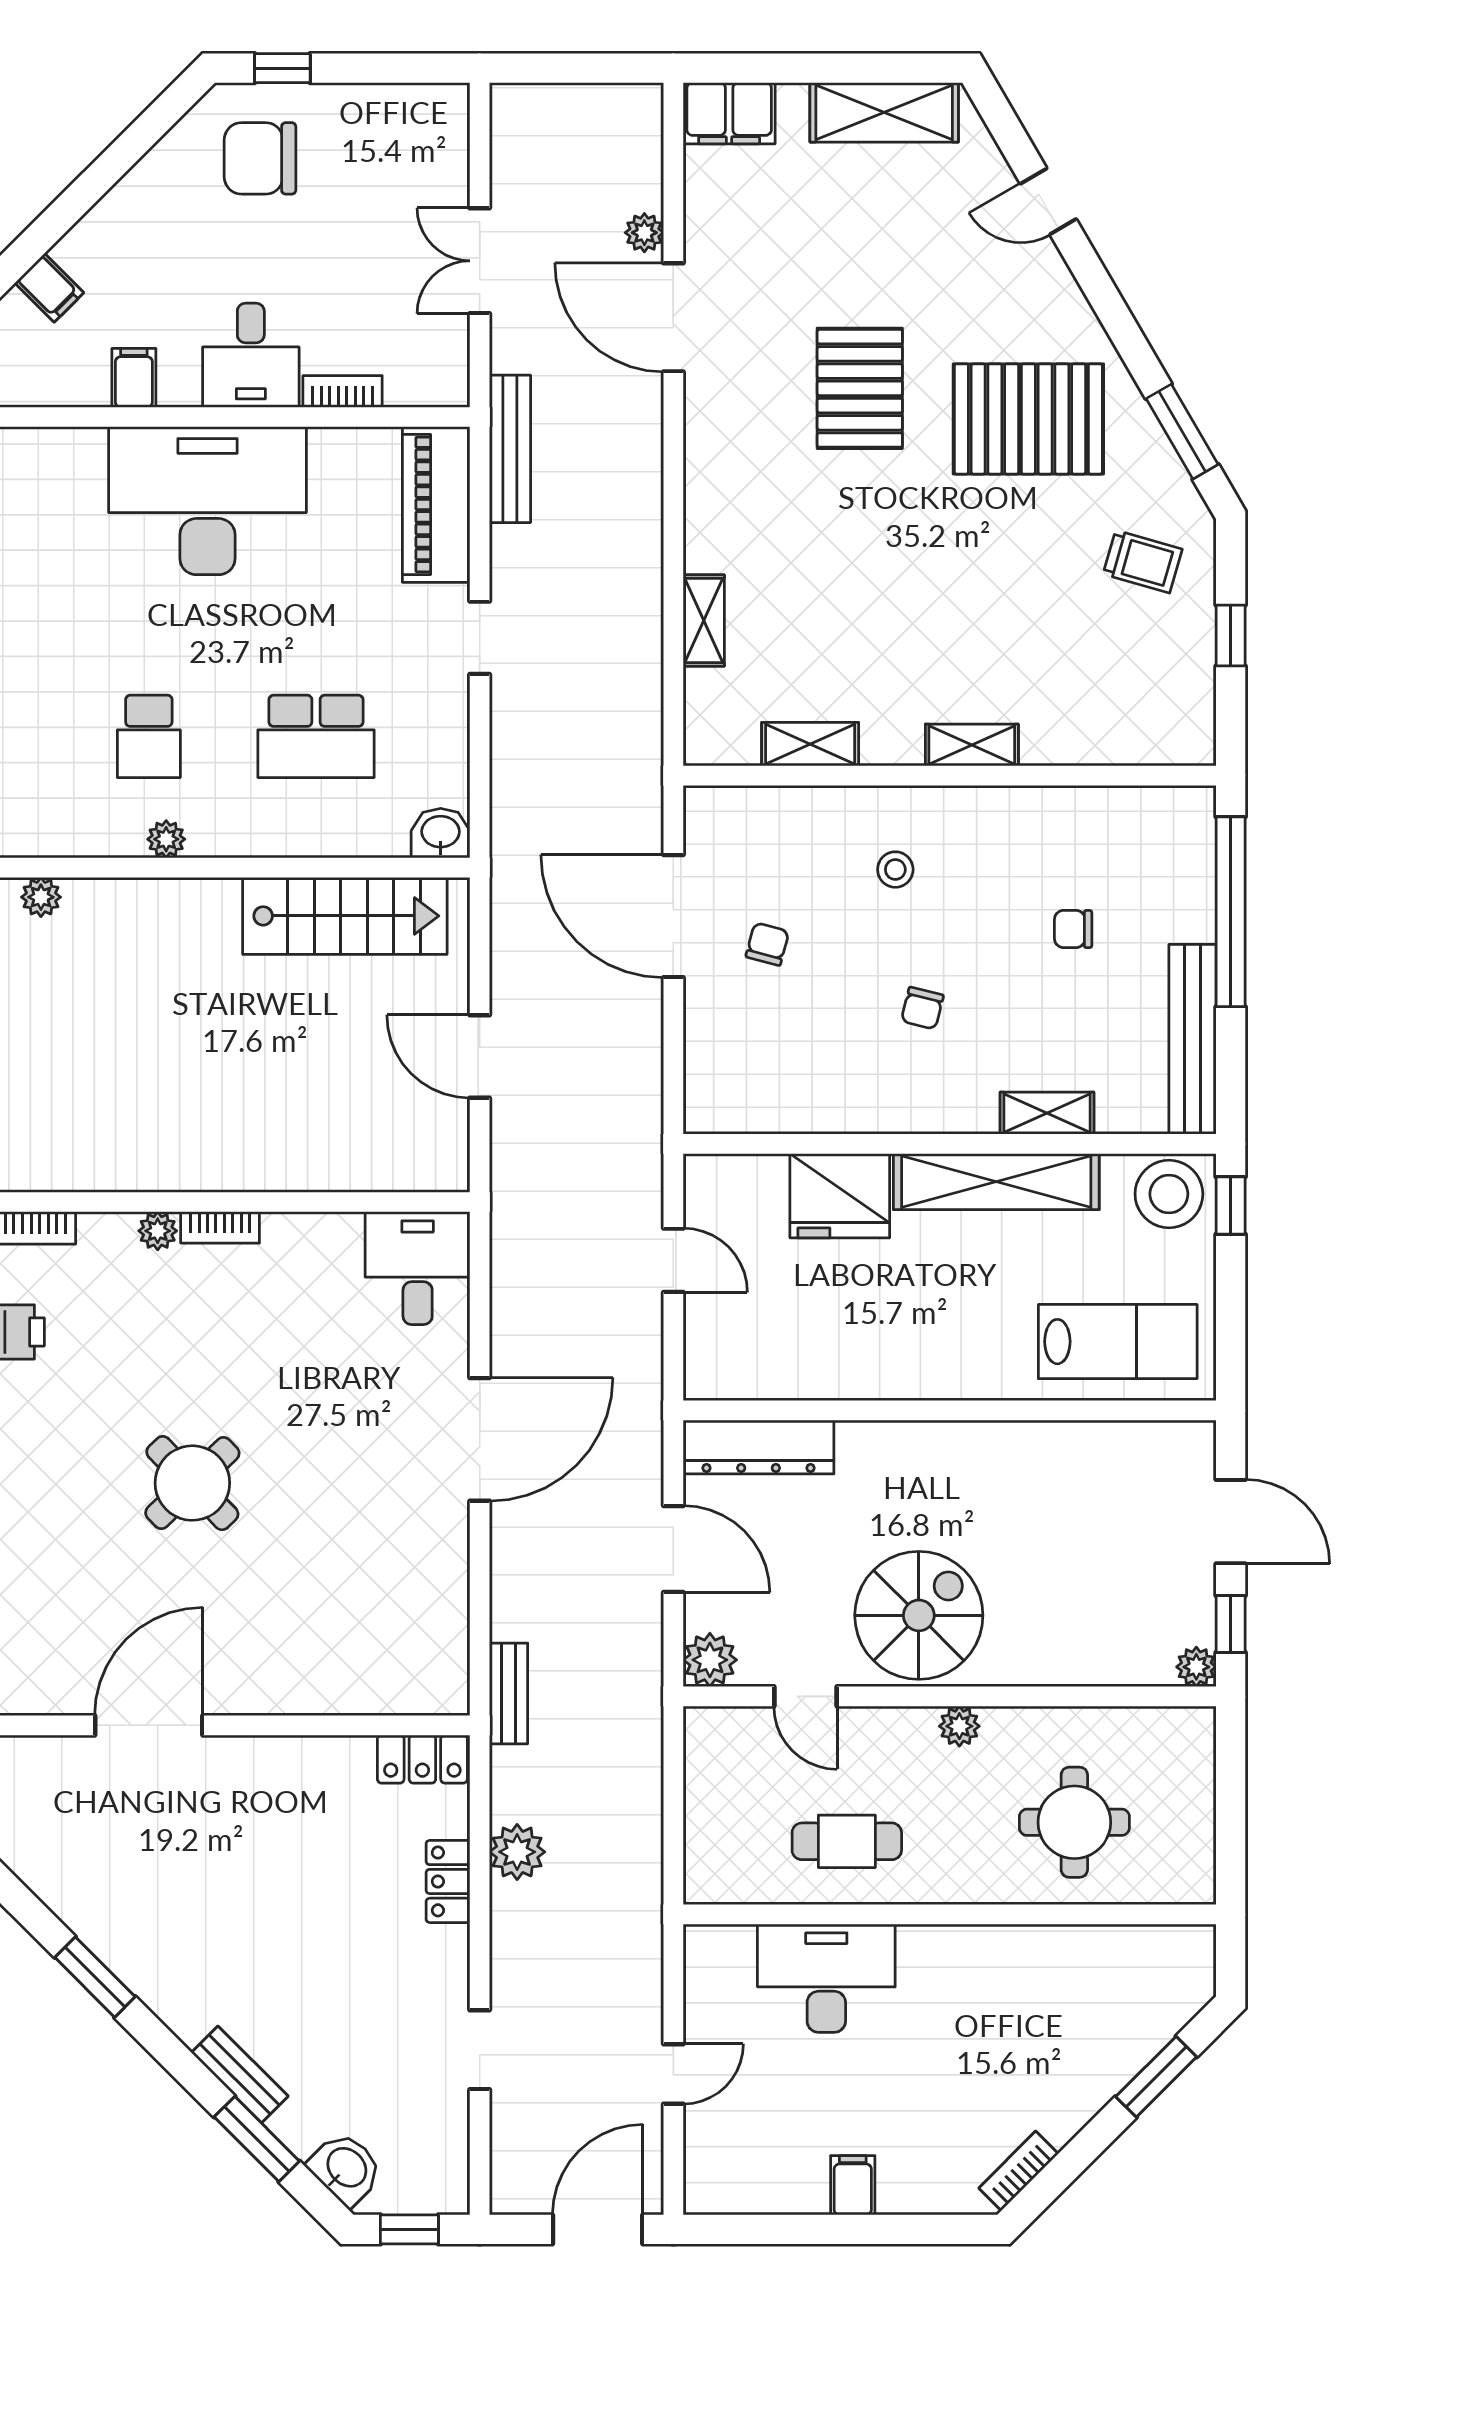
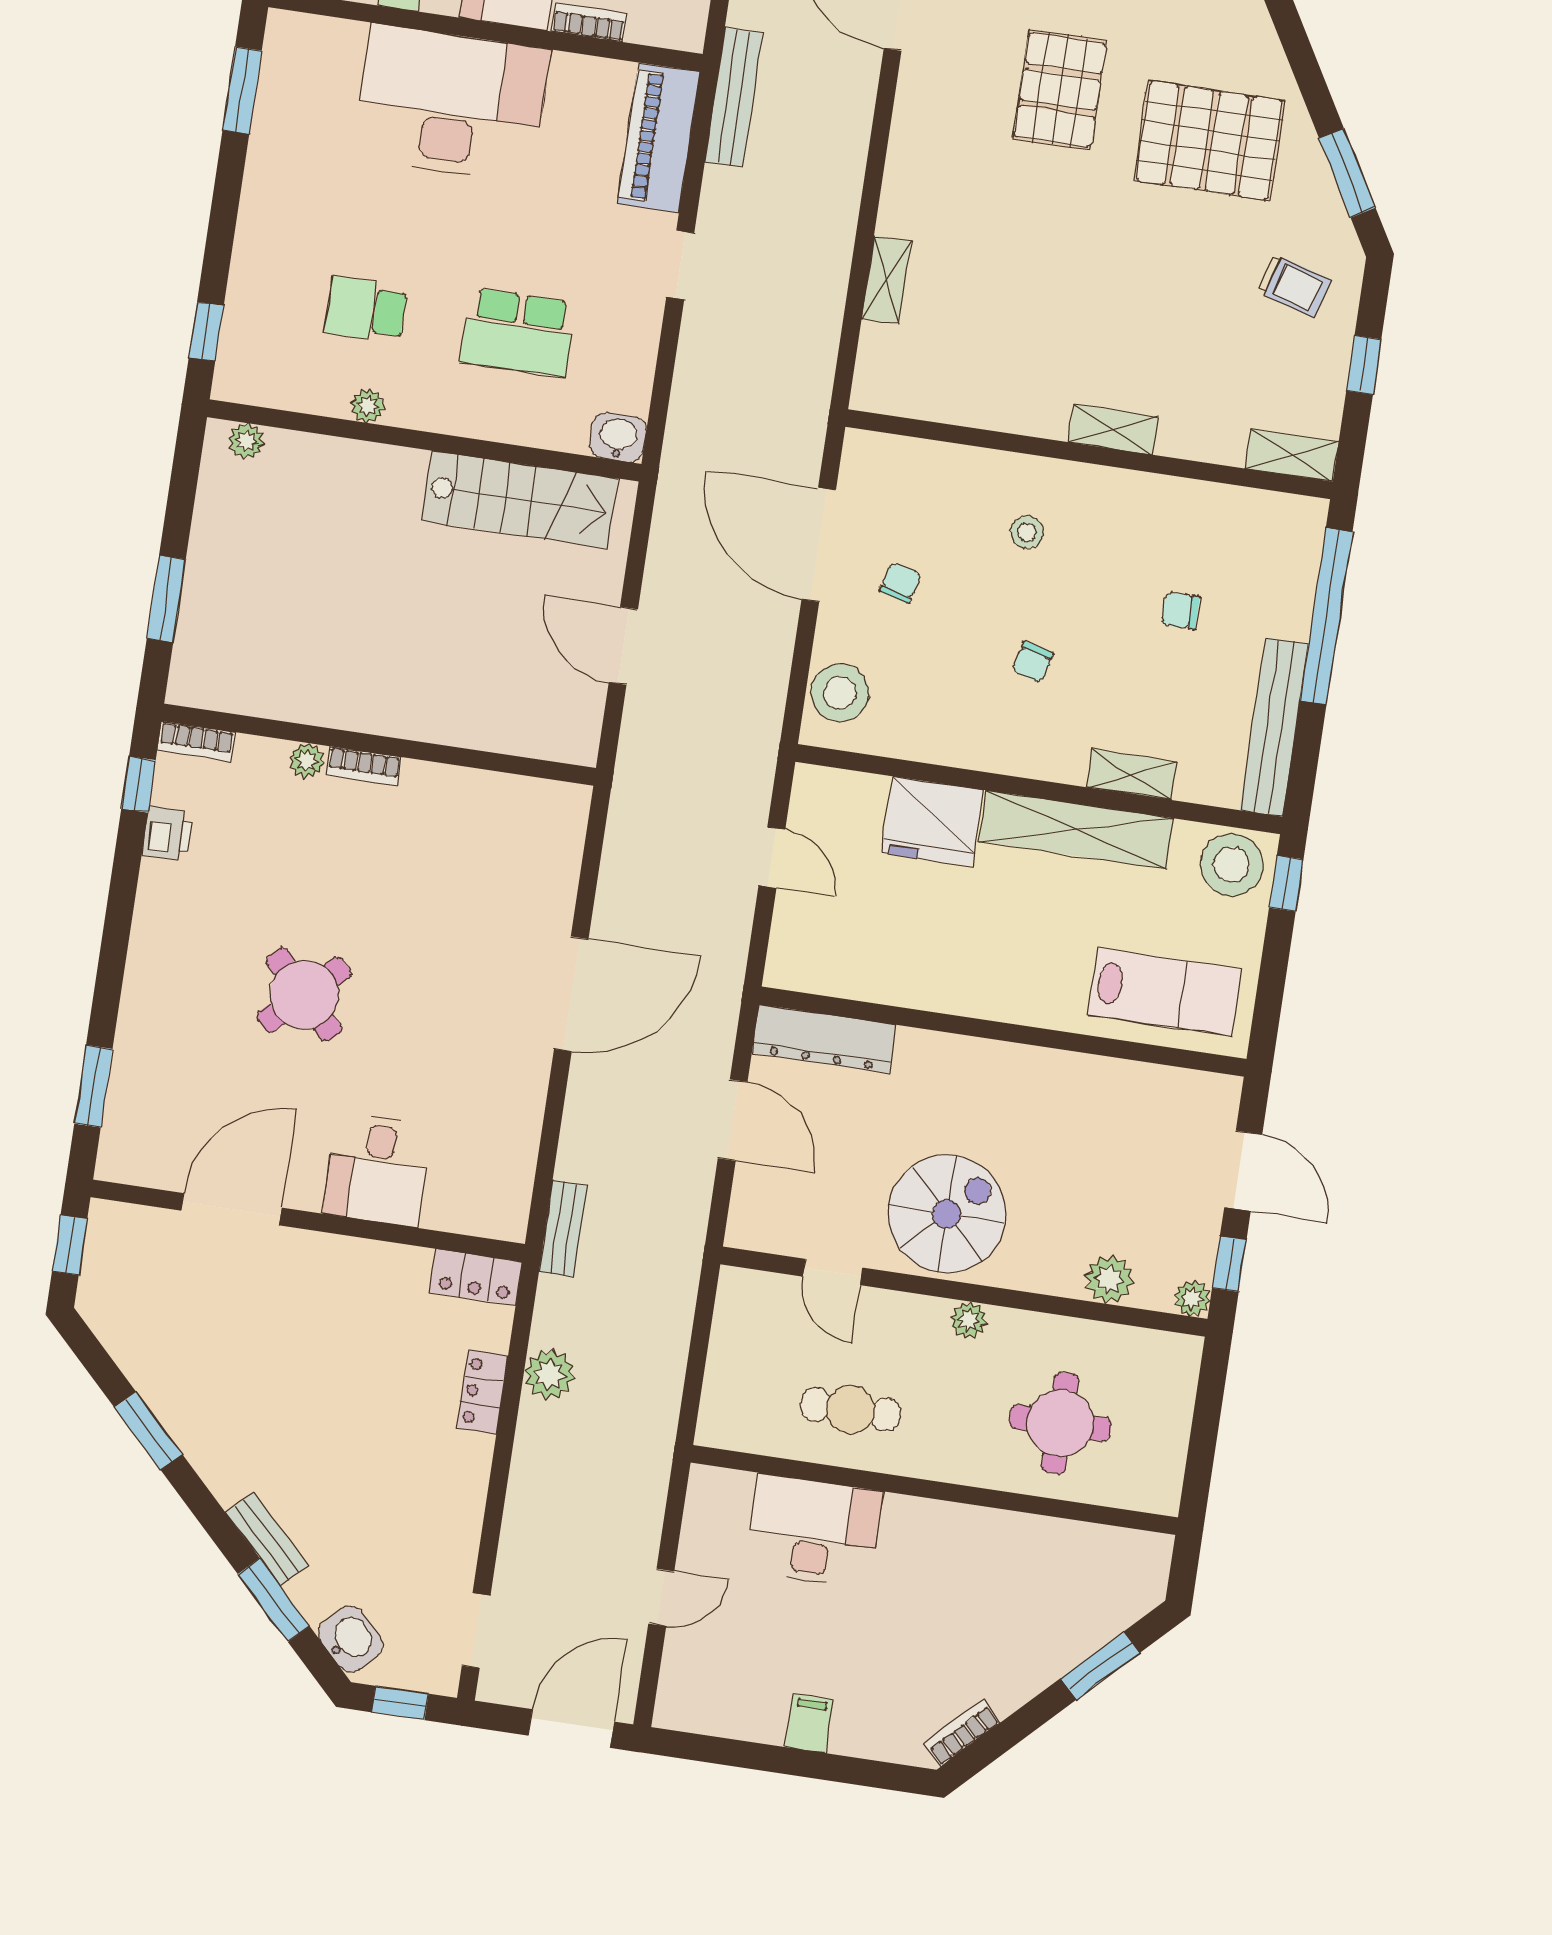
school desk: (149, 736) -> (366, 310), turned 90
shelving: (810, 744) -> (1292, 455), moved
stool: (720, 1072) -> (840, 693), added
desk: (418, 1268) -> (378, 1170), moved, turned 180
plant: (710, 1660) -> (1109, 1279), moved
doorway: (480, 2050) -> (476, 1631), moved

